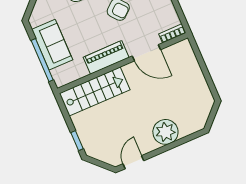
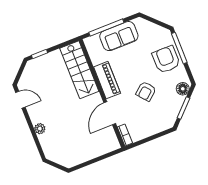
plant: (165, 132) -> (40, 129), width x0.53, depth x0.53

